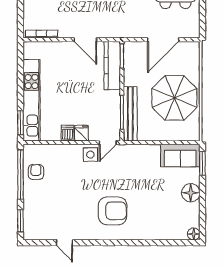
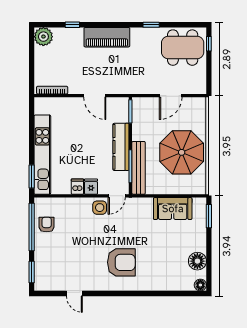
door: (163, 40) -> (171, 96), width x0.73
kitchen counter: (112, 66) -> (121, 147), moved
sofa: (180, 156) -> (173, 209), moved
floor lamp: (191, 193) -> (197, 261), moved

